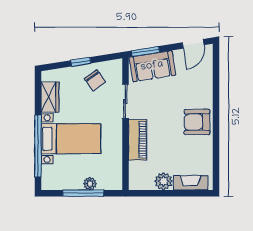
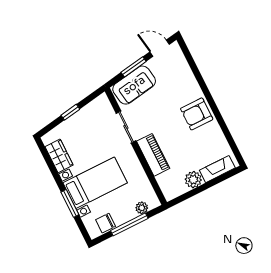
door: (193, 44) -> (160, 48), swing flipped
window: (145, 51) -> (134, 67), moved
chair: (95, 80) -> (106, 223), moved, turned 126
window: (38, 146) -> (70, 203), width x0.47
plant: (90, 184) -> (142, 208), moved

